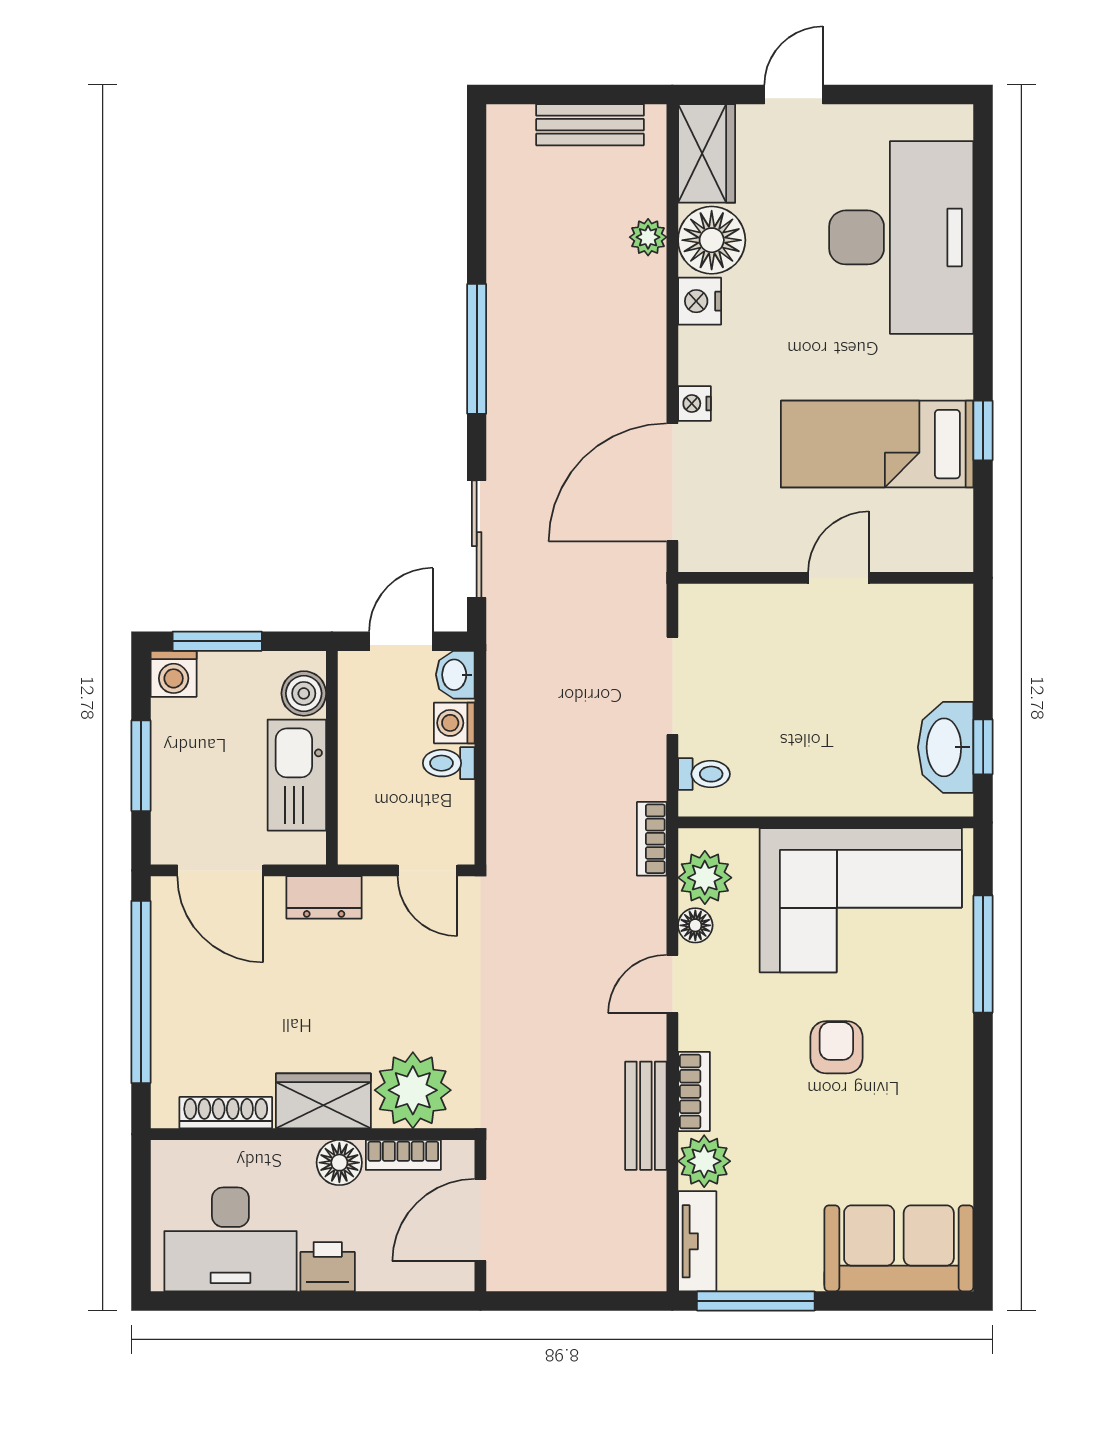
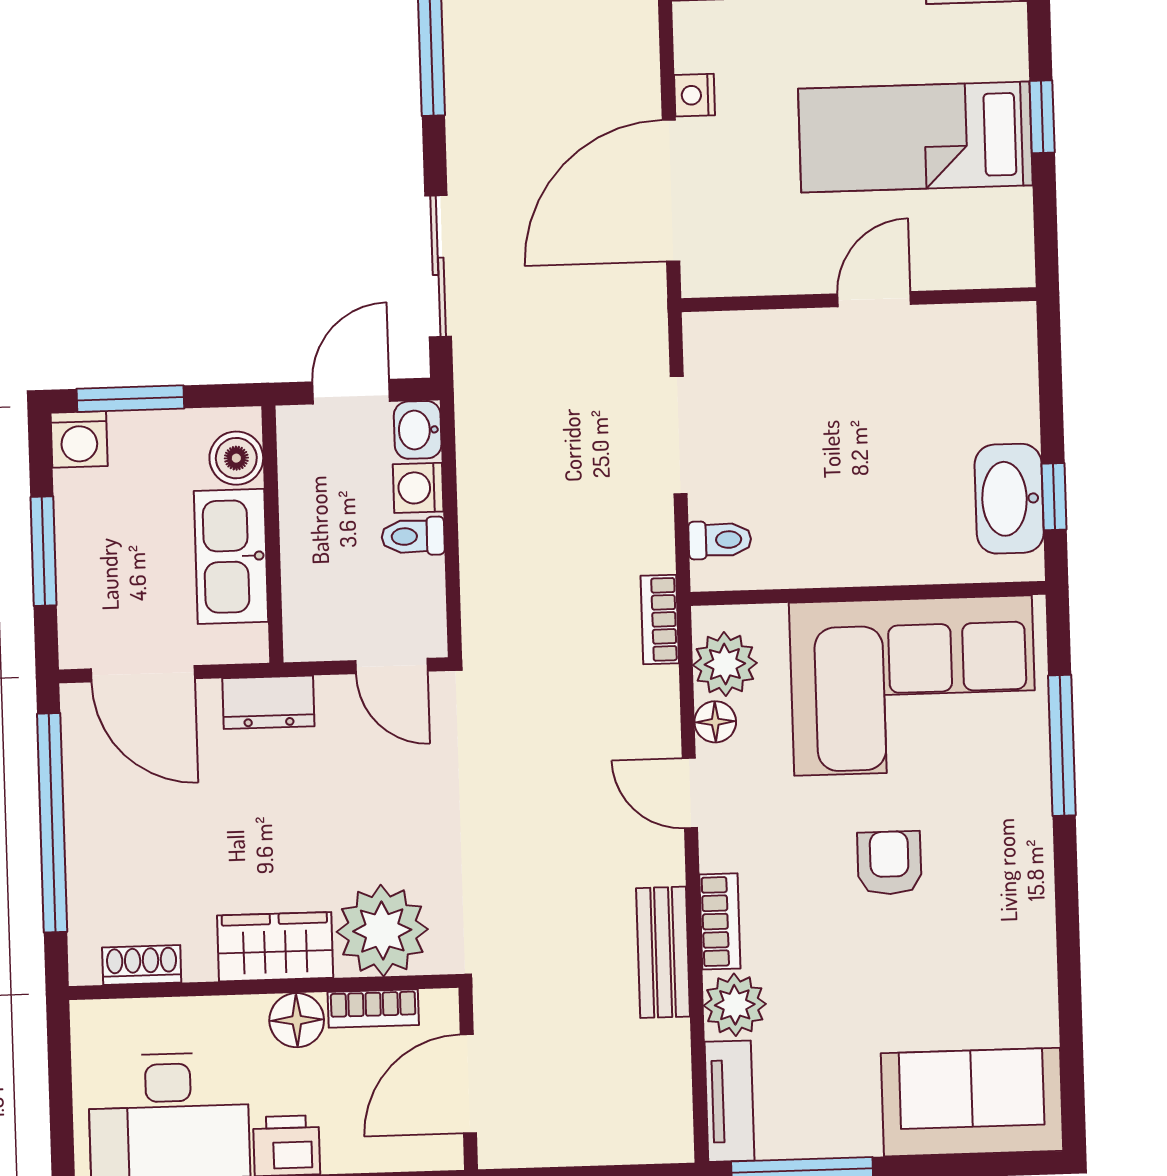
door: (672, 984) -> (690, 793), hinge flipped
shoe rack: (226, 1113) -> (142, 965), width x0.70

